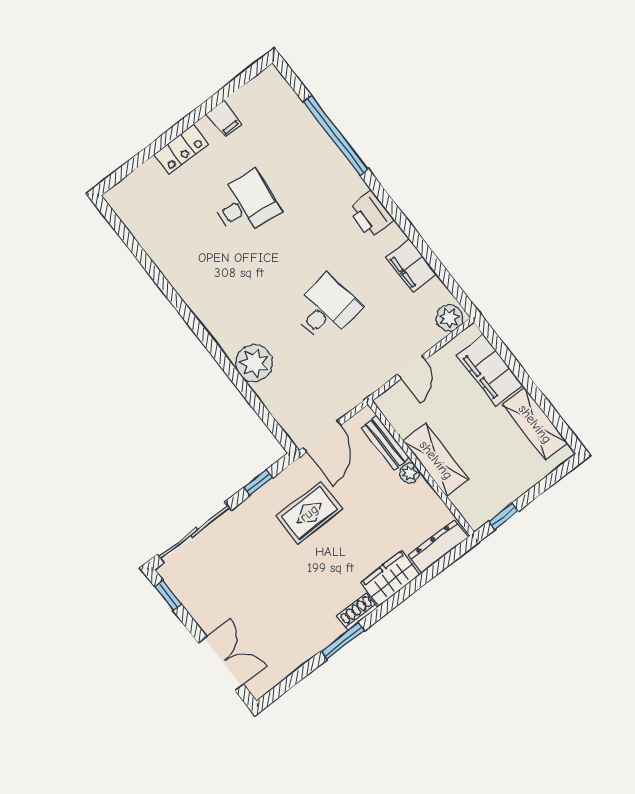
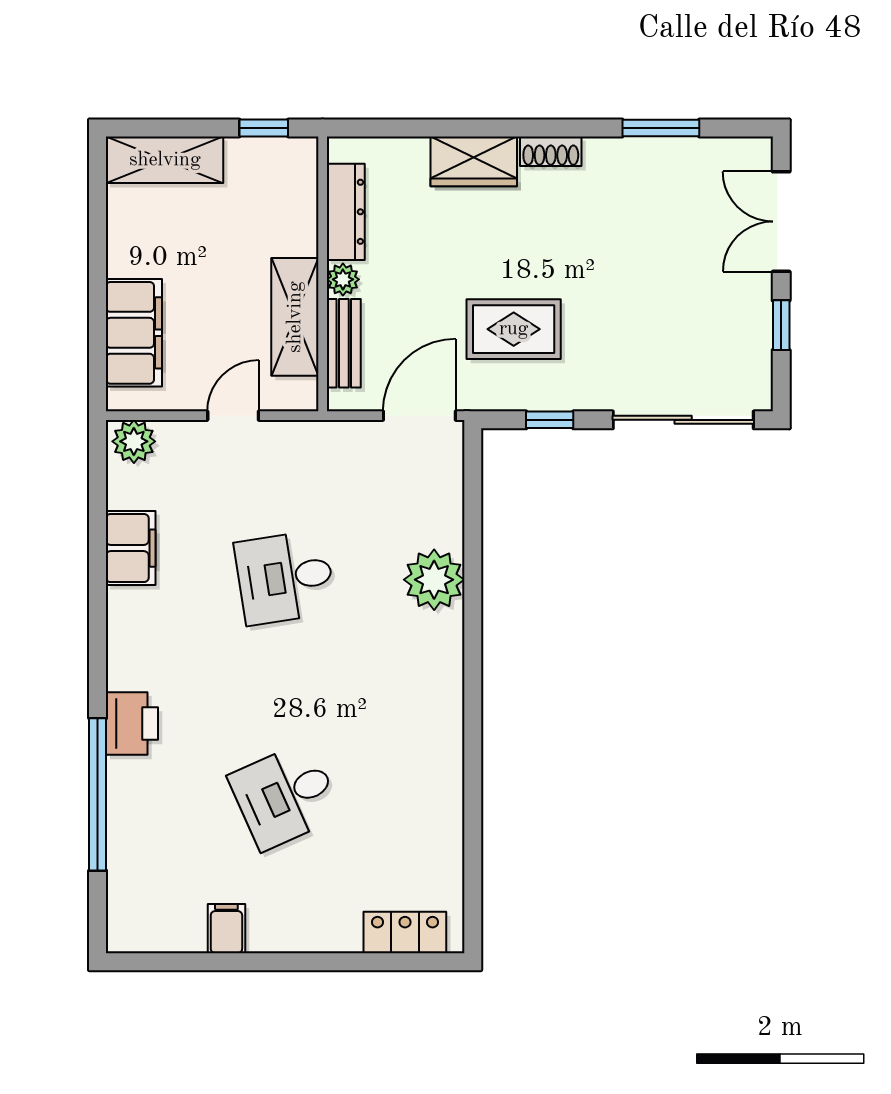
locker: (181, 149) -> (405, 933), moved
desk: (245, 204) -> (285, 796), turned -30
printer: (371, 215) -> (132, 724), moved
shelving: (535, 424) -> (165, 160), moved, turned 90
shelving: (436, 460) -> (295, 317), moved
dresser: (438, 546) -> (346, 212), moved, turned -90
window: (168, 595) -> (781, 325), moved
window: (343, 641) -> (661, 128), moved

